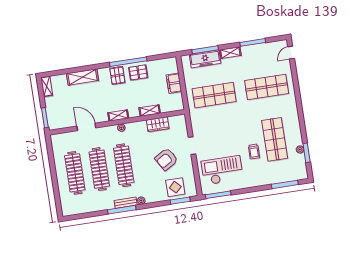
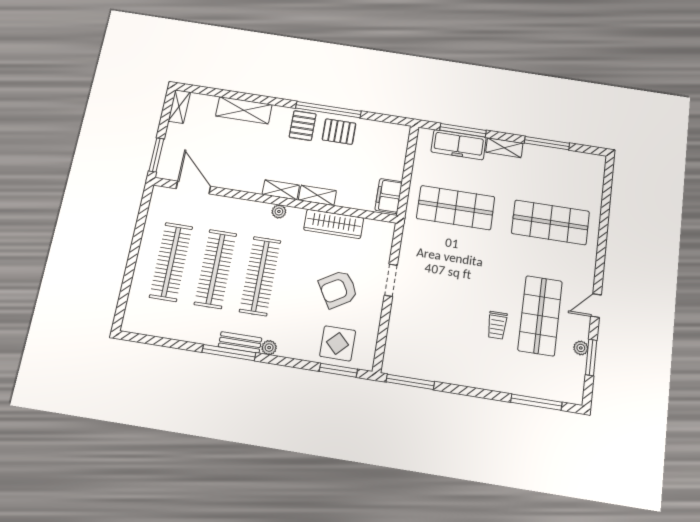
door: (291, 53) -> (596, 306), moved
filing cabinet: (174, 83) -> (389, 196), moved
shelving: (150, 111) -> (317, 195), moved
wardrobe: (158, 124) -> (334, 224), width x1.50
door: (86, 127) -> (193, 187), moved
checkout: (222, 170) -> (431, 340), removed

